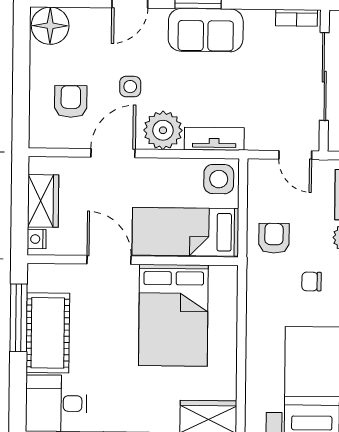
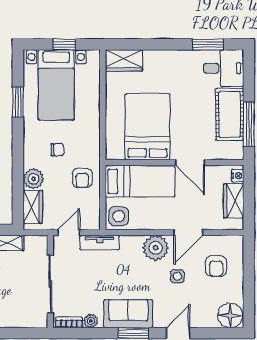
plant: (263, 20) -> (91, 321), added
tv unit: (214, 139) -> (100, 243), moved
door: (295, 155) -> (69, 232), hinge flipped

